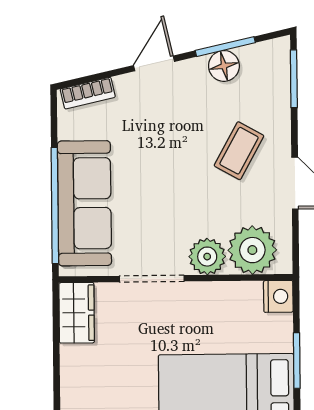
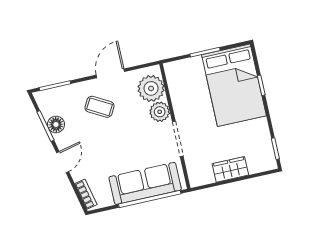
door: (154, 63) -> (63, 162), swing flipped
nightstand: (278, 296) -> (173, 69), removed
wardrobe: (77, 313) -> (230, 169), moved

